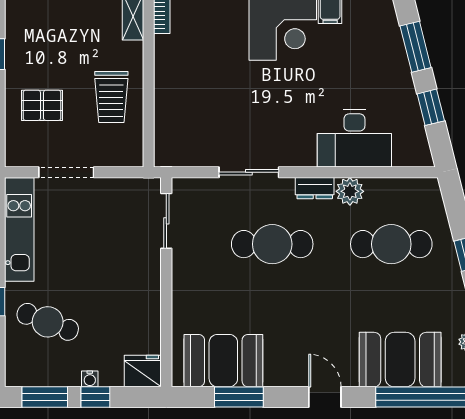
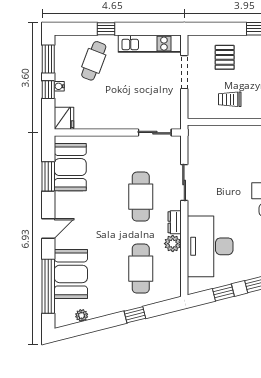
trolley: (111, 97) -> (230, 99), width x0.73, depth x0.72
desk: (354, 138) -> (210, 246), width x1.36, depth x1.30

